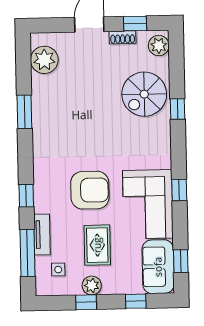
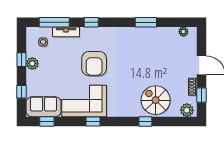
plant: (44, 60) -> (183, 32), width x0.53, depth x0.53
rug: (97, 245) -> (58, 68), removed

